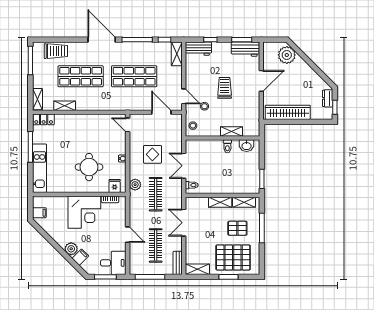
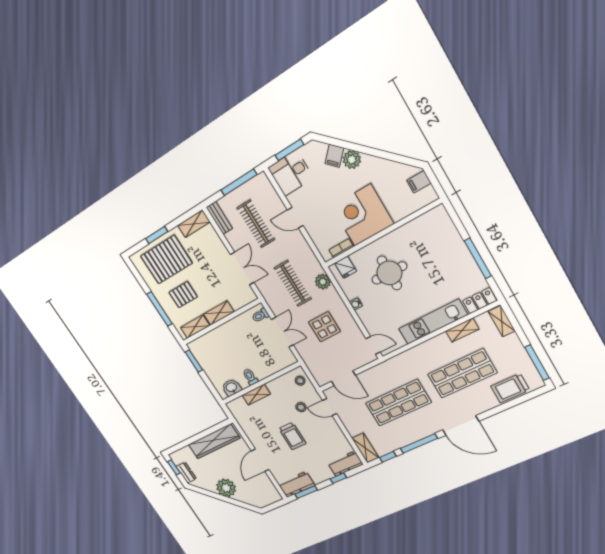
plant: (287, 55) -> (226, 488), moved
kitchen unit: (40, 168) -> (433, 322), moved, turned 90

